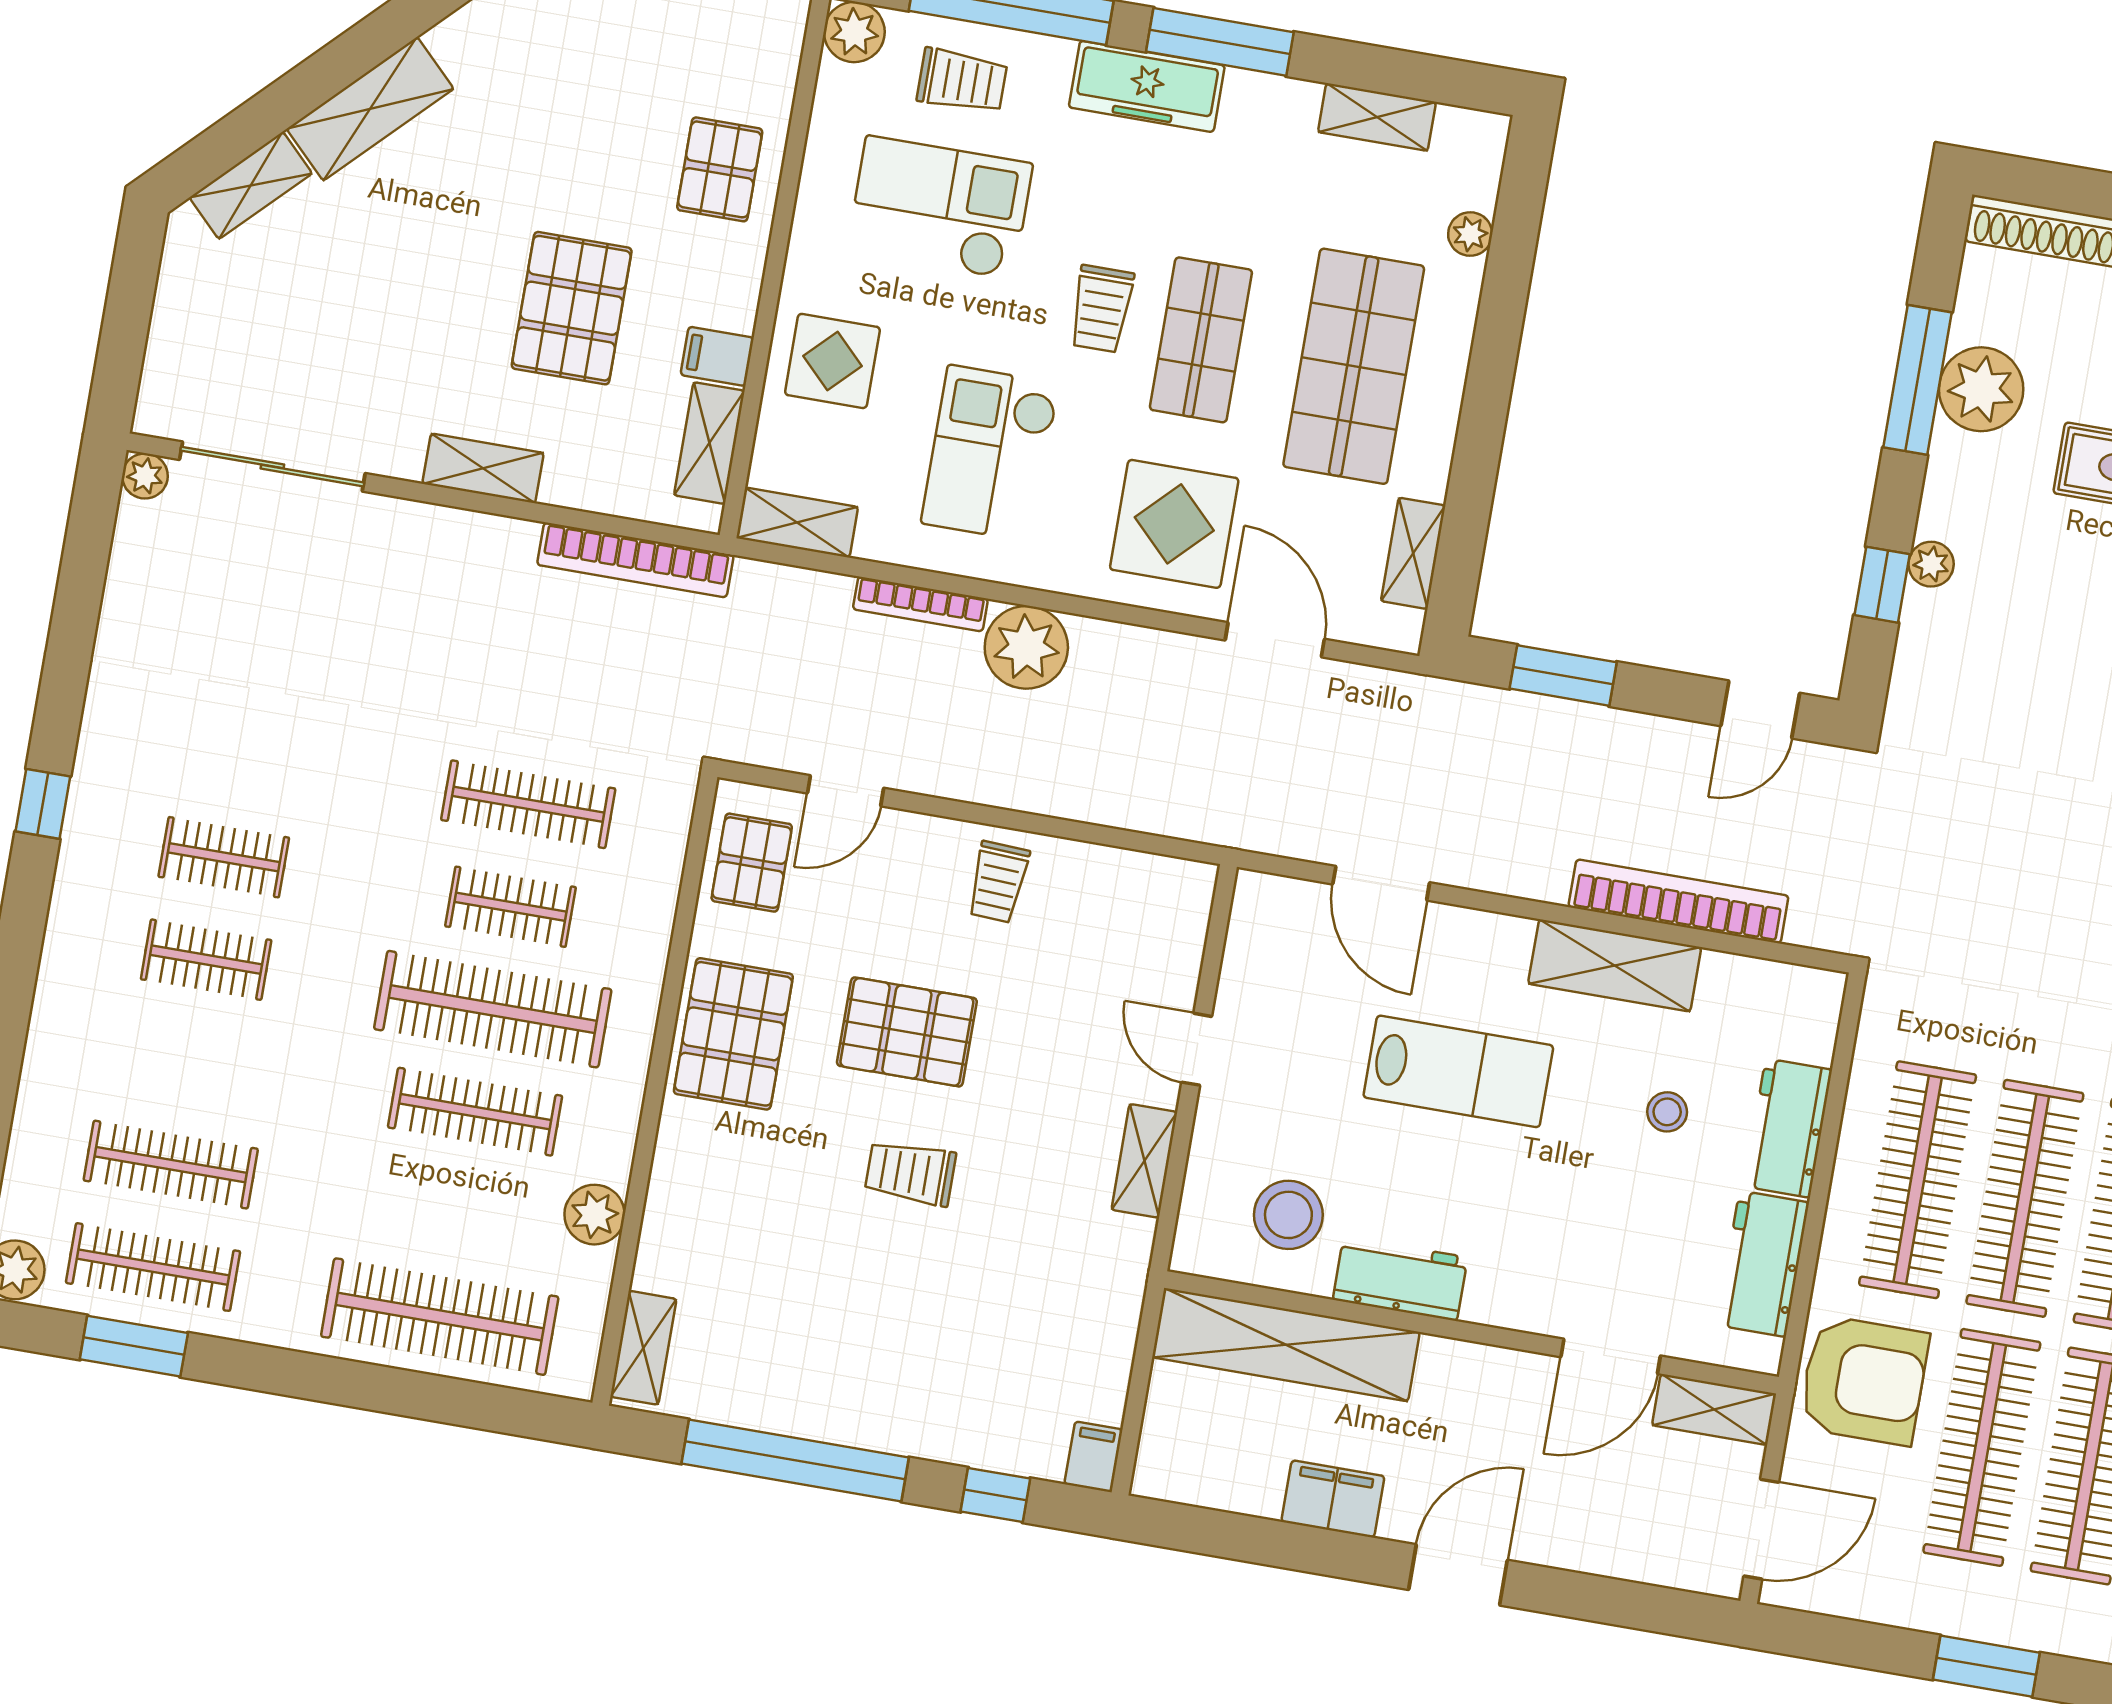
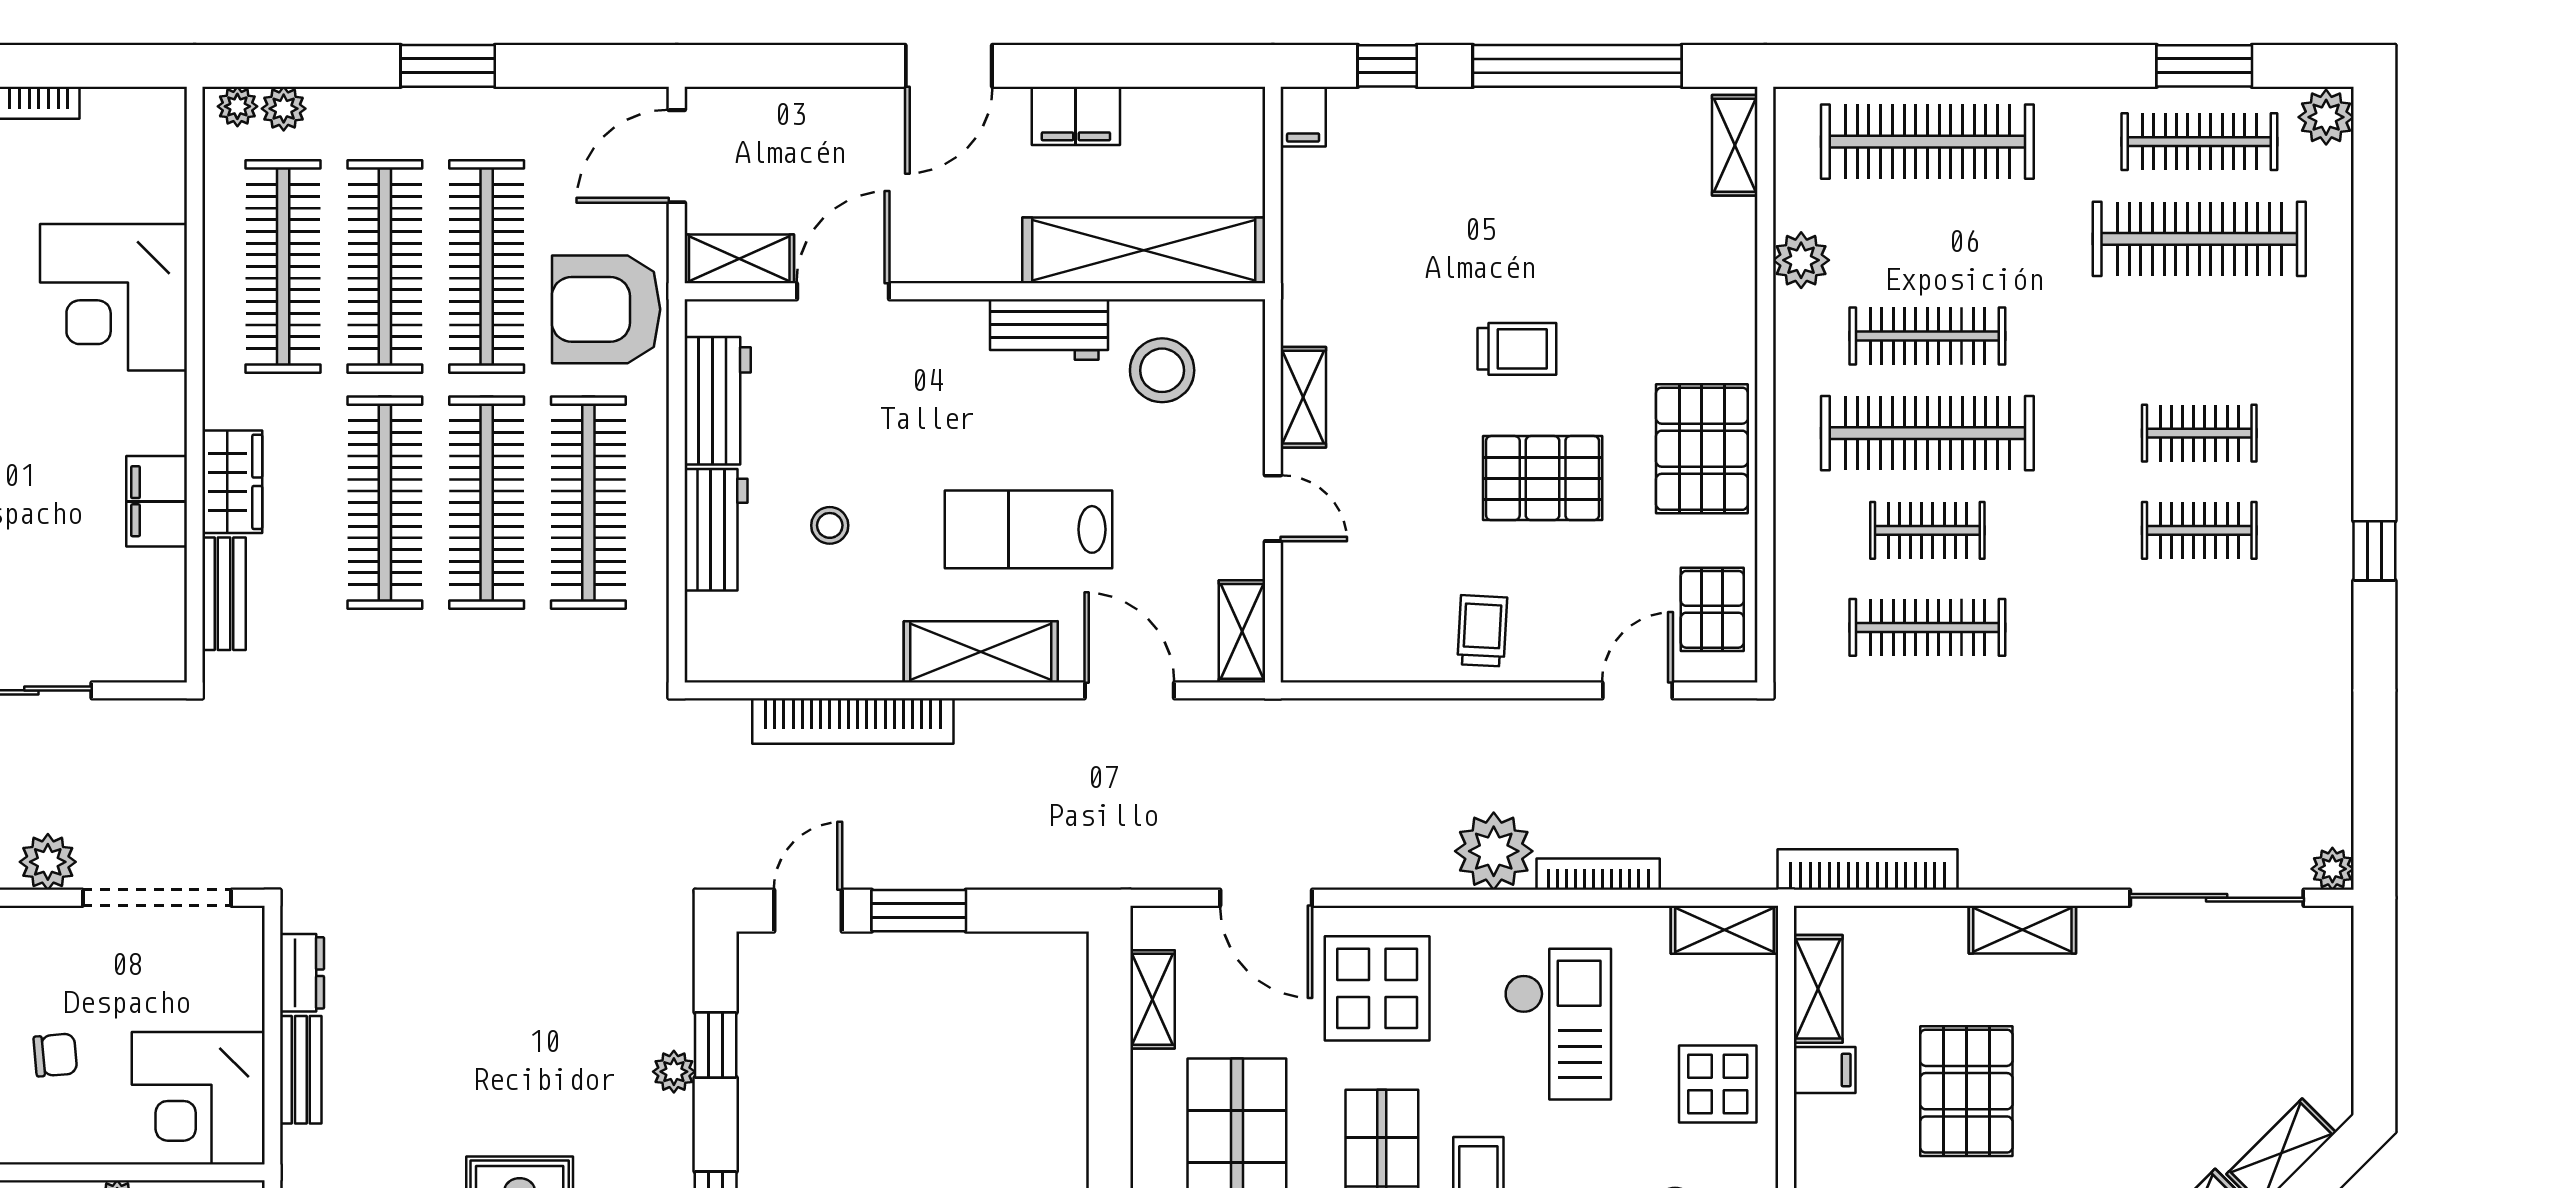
window: (1563, 675) -> (919, 911), moved
shelving: (1252, 925) -> (1242, 631), added
shelving: (1615, 965) -> (981, 652), moved
clothes rail: (171, 1165) -> (2199, 239), width x1.37, depth x1.31

